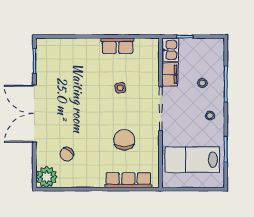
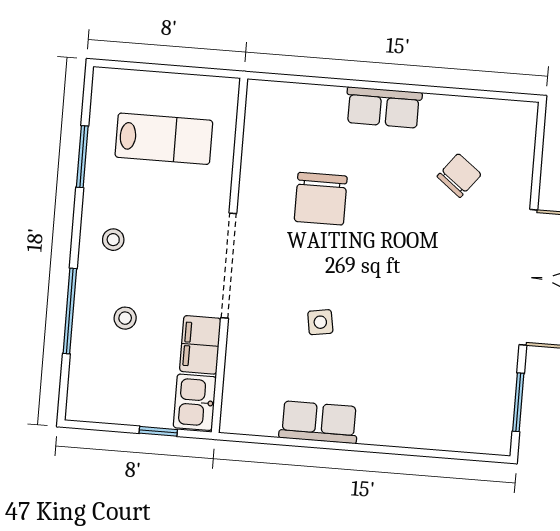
lab bench: (192, 160) -> (164, 139), width x0.73, depth x0.72
plant: (47, 177) -> (511, 126), removed
row of seats: (128, 180) -> (384, 107), moved, width x0.68

